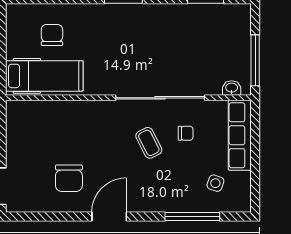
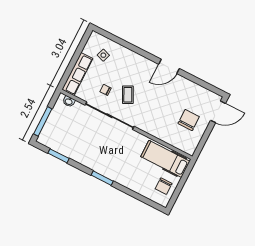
chair: (52, 35) -> (164, 186), moved
window: (255, 60) -> (43, 121), moved
chair: (69, 178) -> (189, 120), moved
window: (192, 216) -> (125, 44), removed

